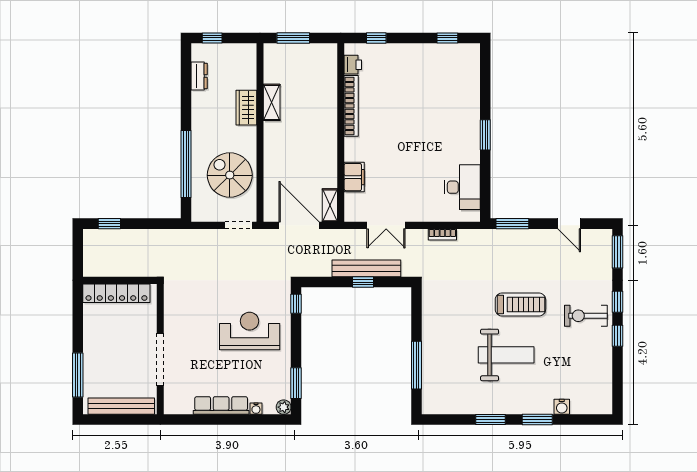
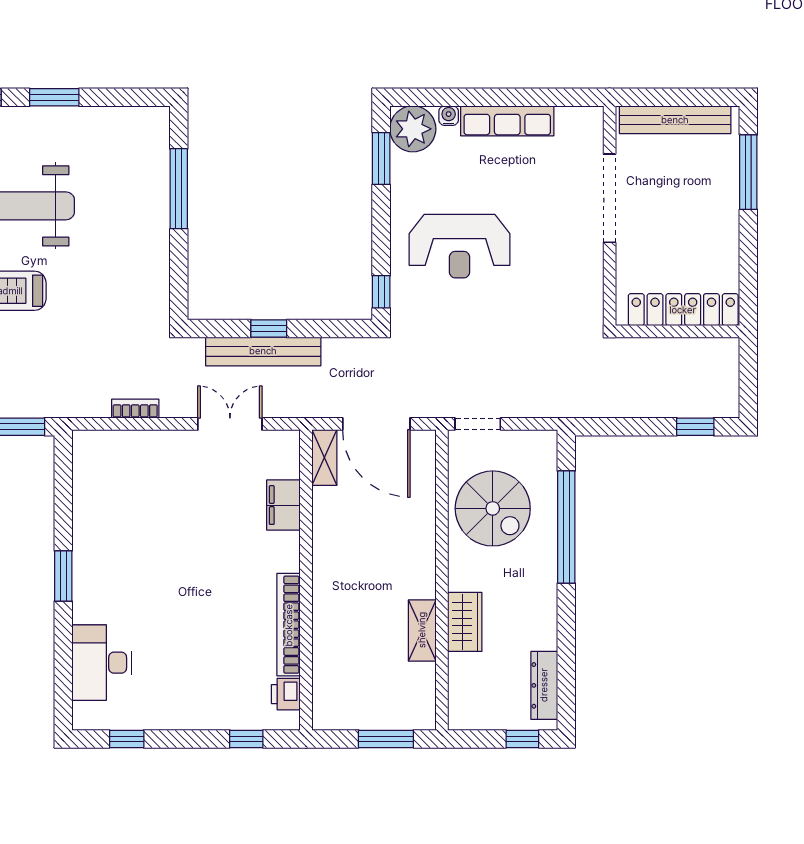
dresser: (199, 76) -> (544, 685), width x1.44
desk: (462, 187) -> (102, 663), moved
plant: (284, 407) -> (413, 129), width x1.87, depth x1.87

